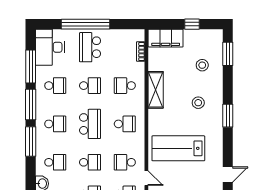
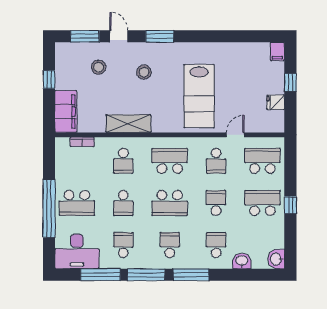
school desk: (90, 86) -> (123, 203), turned 180
school desk: (90, 124) -> (170, 203), turned 180
school desk: (125, 124) -> (170, 161), width x1.85
door: (228, 175) -> (119, 36), moved

